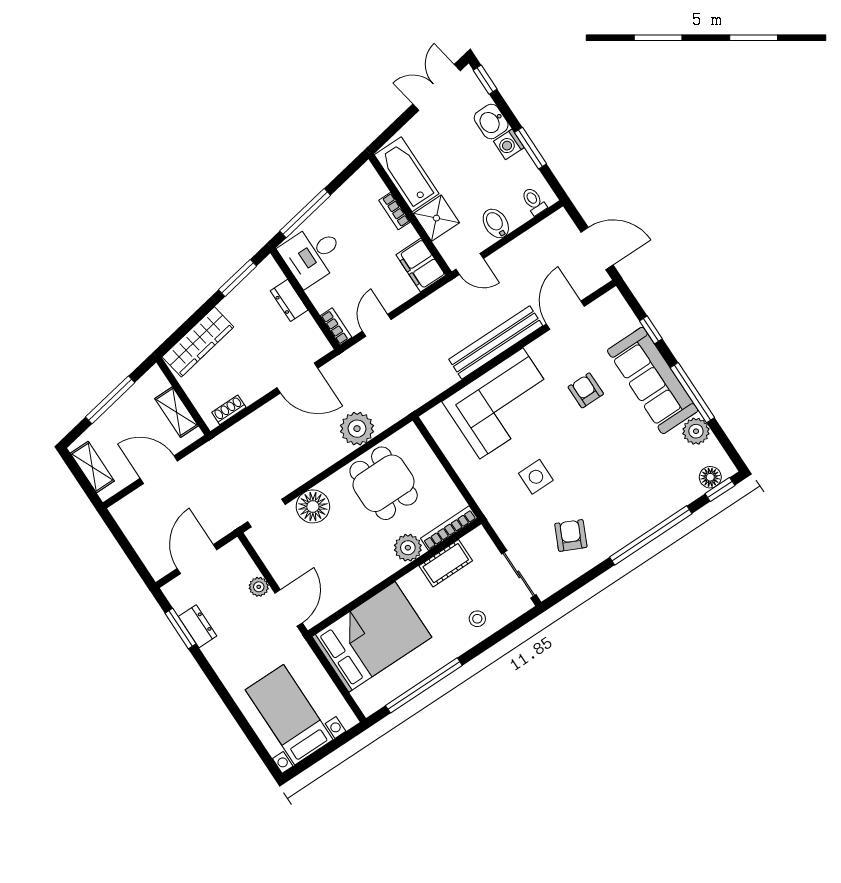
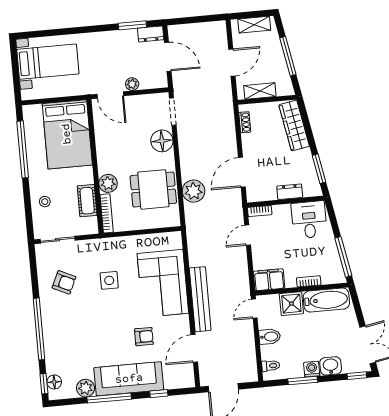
window: (305, 213) -> (343, 257), moved
door: (565, 315) -> (194, 348), swing flipped
door: (377, 325) -> (248, 235), swing flipped
dresser: (198, 626) -> (151, 34), moved

